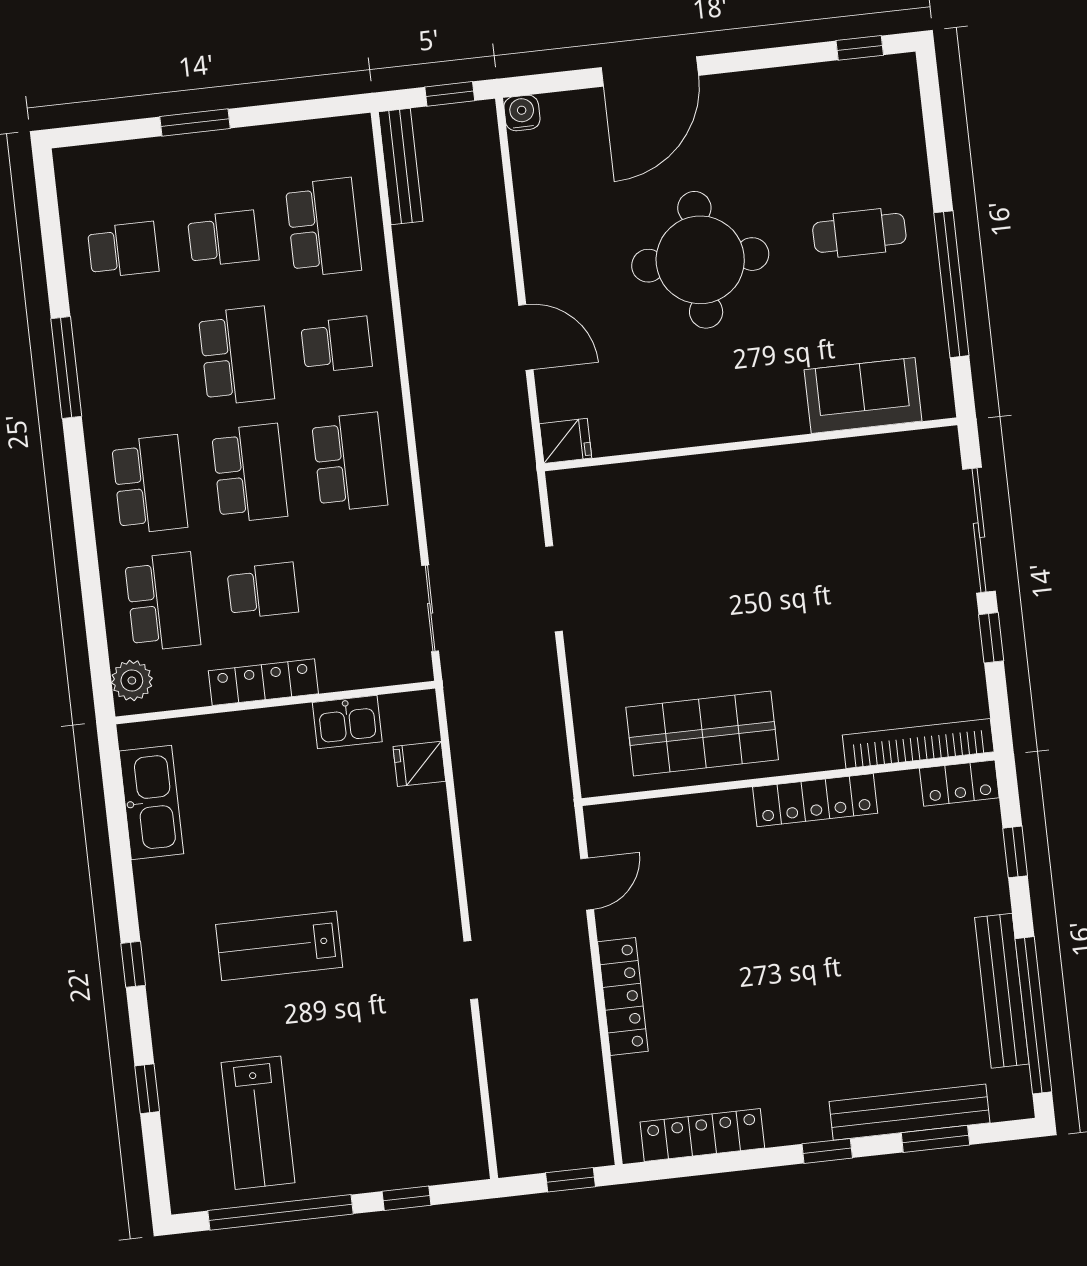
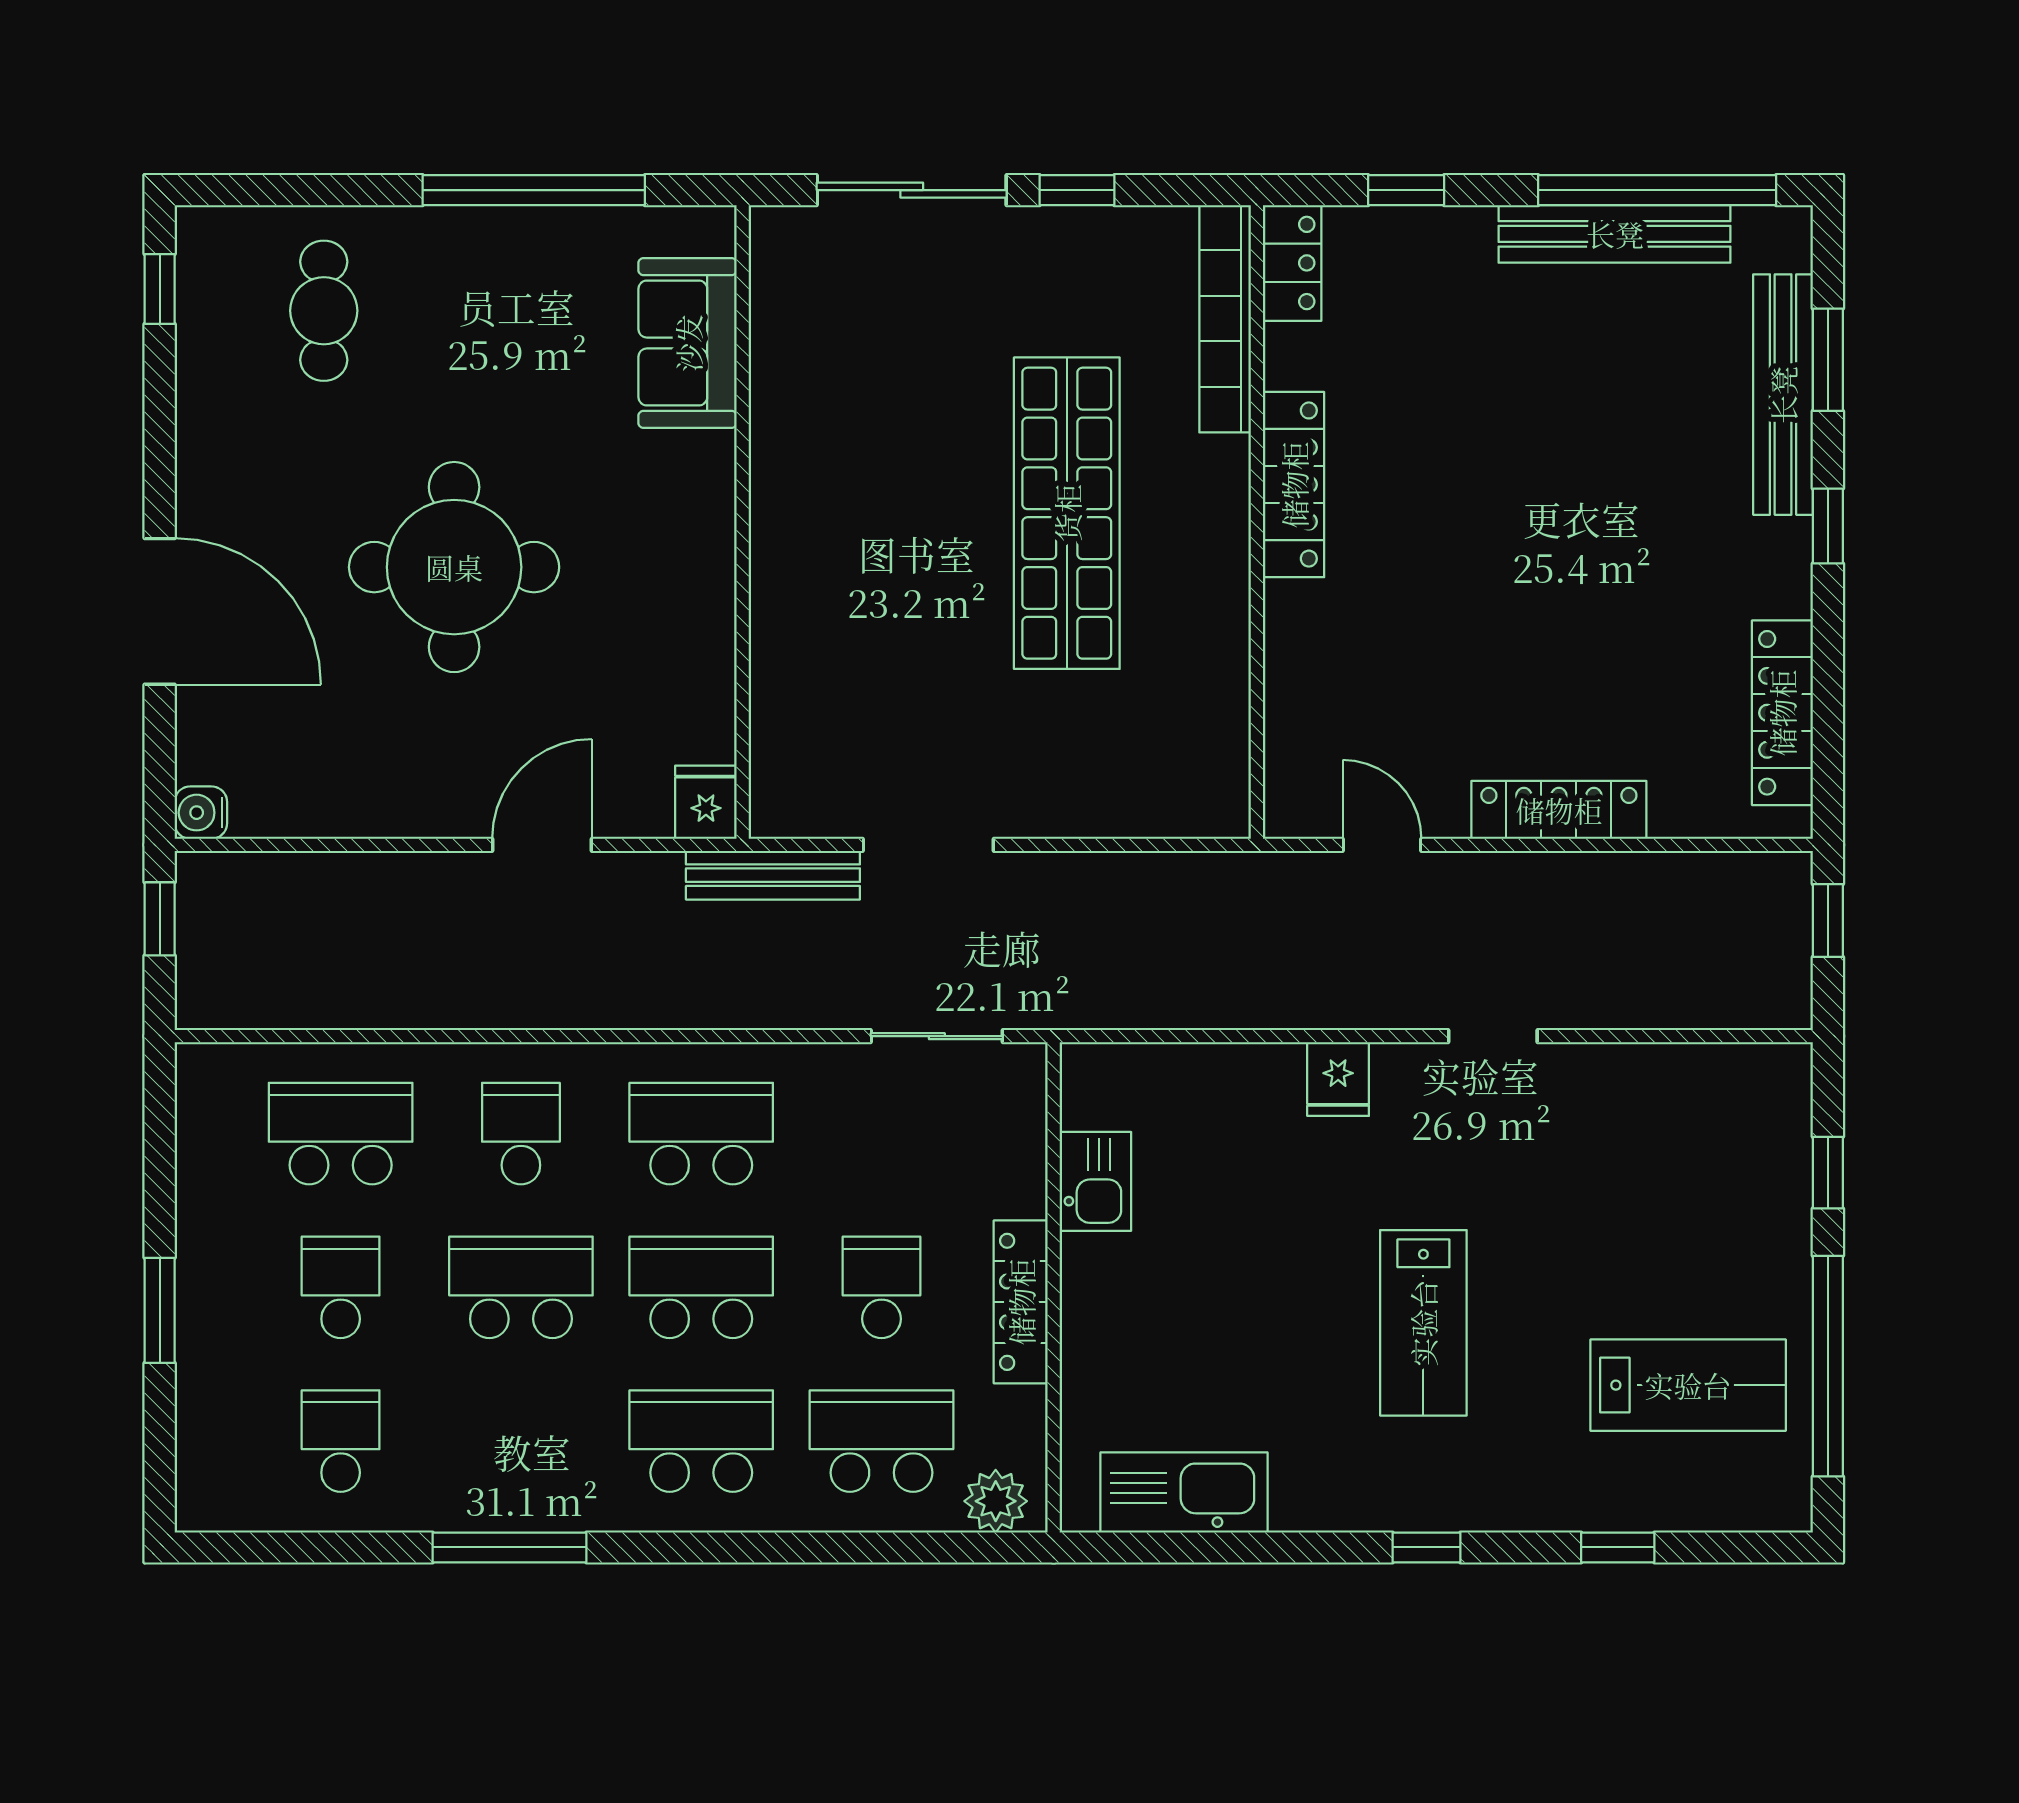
bench: (401, 167) -> (773, 875), moved
cafe table: (859, 233) -> (324, 311), moved
shop shelf: (702, 734) -> (1067, 513), moved, width x1.40
fridge: (419, 764) -> (1338, 1079), moved

